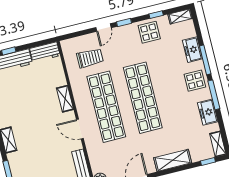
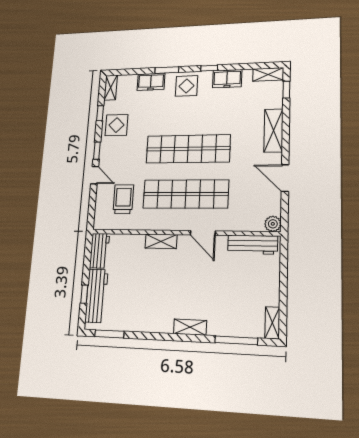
window: (205, 60) -> (167, 70), width x0.69
window: (214, 95) -> (209, 68), width x0.46
door: (80, 129) -> (203, 233), hinge flipped

